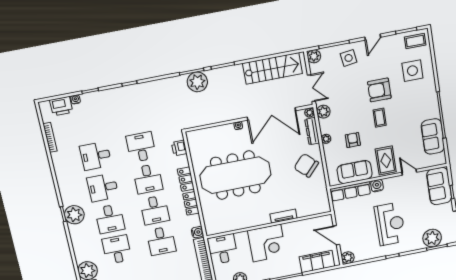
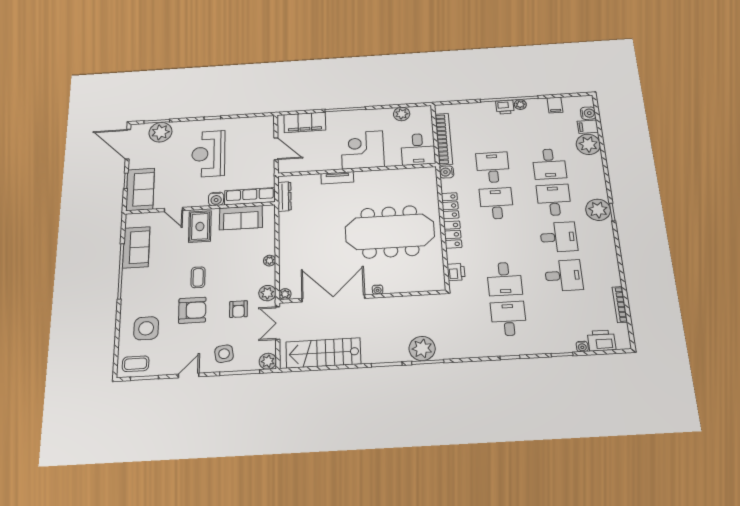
dresser: (312, 131) -> (284, 196), moved
armchair: (353, 140) -> (238, 309), moved
chair: (306, 165) -> (300, 233), removed
desk: (148, 179) -> (509, 319), moved
plant: (348, 258) -> (267, 122), removed

